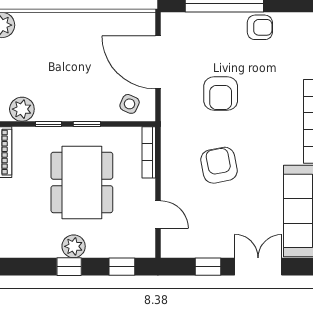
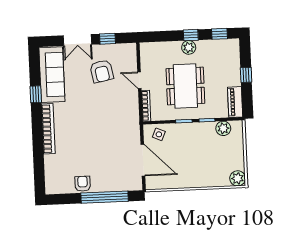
armchair: (260, 27) -> (83, 184), turned 90
armchair: (221, 93) -> (104, 143), removed
armchair: (219, 165) -> (102, 71), moved
door: (158, 215) -> (139, 80), moved
window: (122, 267) -> (220, 34), moved

